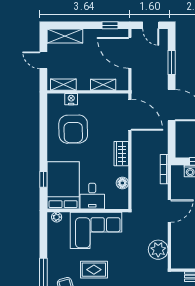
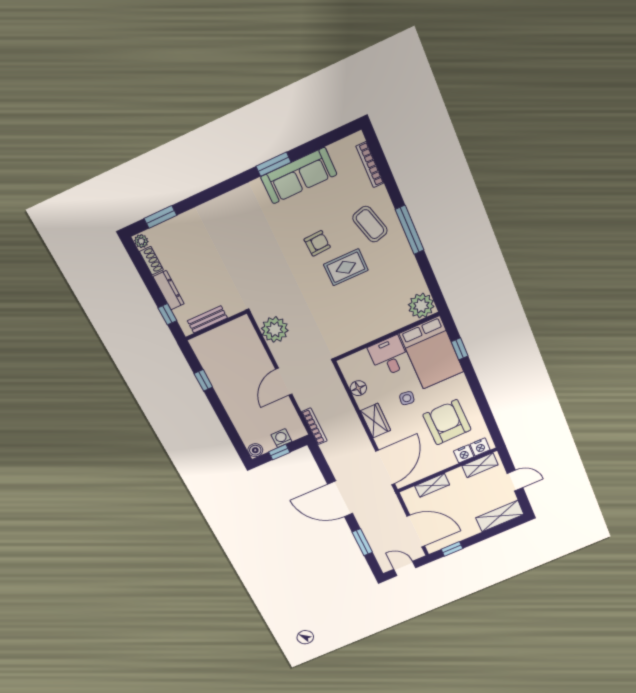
nightstand: (58, 99) -> (480, 447), added
door: (130, 115) -> (385, 467), swing flipped
side table: (93, 160) -> (407, 398), added
plant: (57, 217) -> (421, 306), width x1.88, depth x1.88
corner sofa: (96, 230) -> (366, 317), removed

